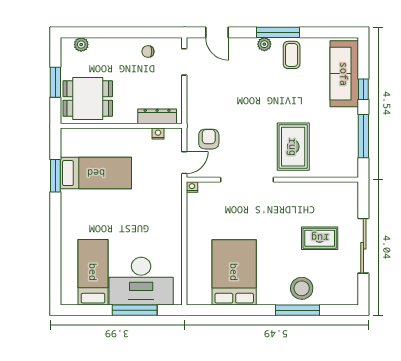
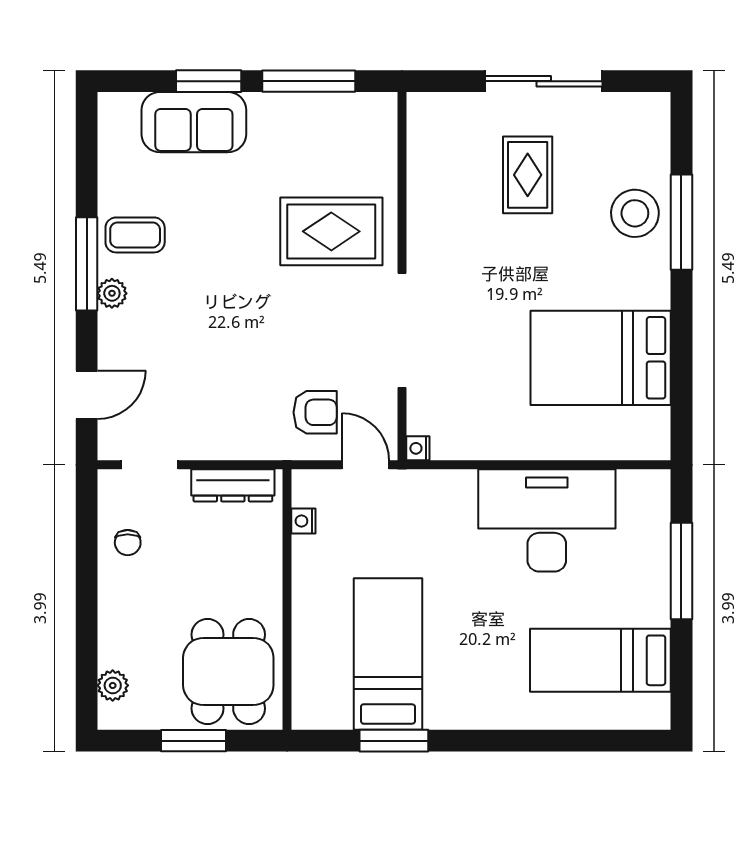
sofa: (344, 74) -> (194, 122), width x0.73
window: (363, 89) -> (209, 81), width x1.50
dresser: (157, 116) -> (233, 485), moved, turned -90
armchair: (209, 139) -> (315, 412), turned 180
desk: (141, 281) -> (547, 520), moved, turned -90

